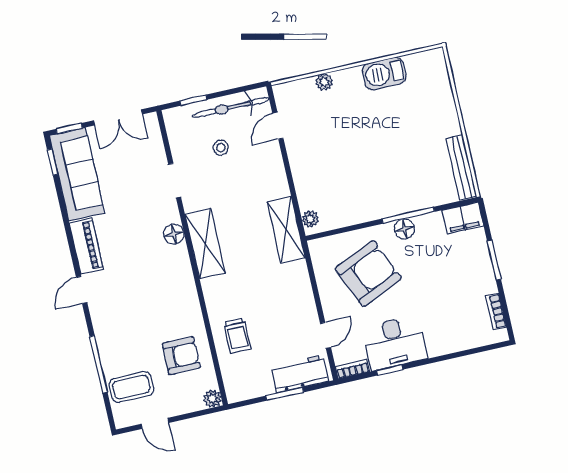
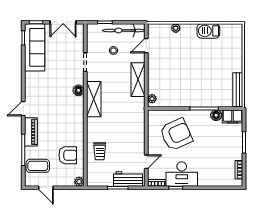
floor lamp: (404, 229) -> (216, 115), moved
shelving: (286, 230) -> (138, 80), moved
piano: (86, 246) -> (31, 132), moved

